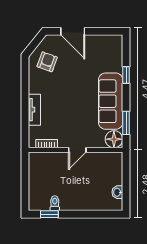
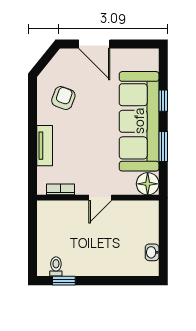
armchair: (47, 62) -> (63, 98), moved
sofa: (111, 101) -> (139, 121), width x1.36, depth x1.27
window: (126, 123) -> (163, 147), moved
toilet: (55, 203) -> (56, 266), moved

